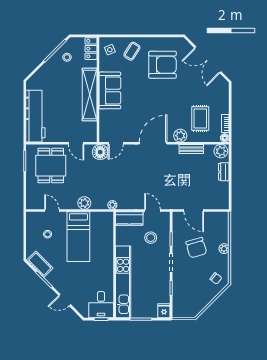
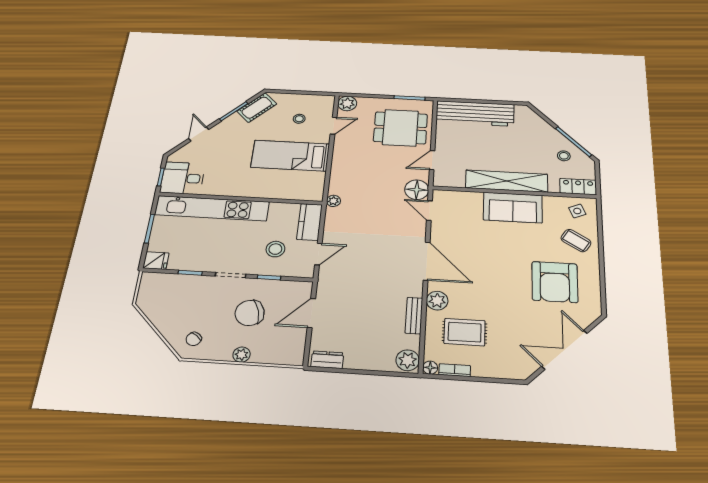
dresser: (224, 172) -> (327, 360), moved
plant: (84, 203) -> (347, 103), moved

